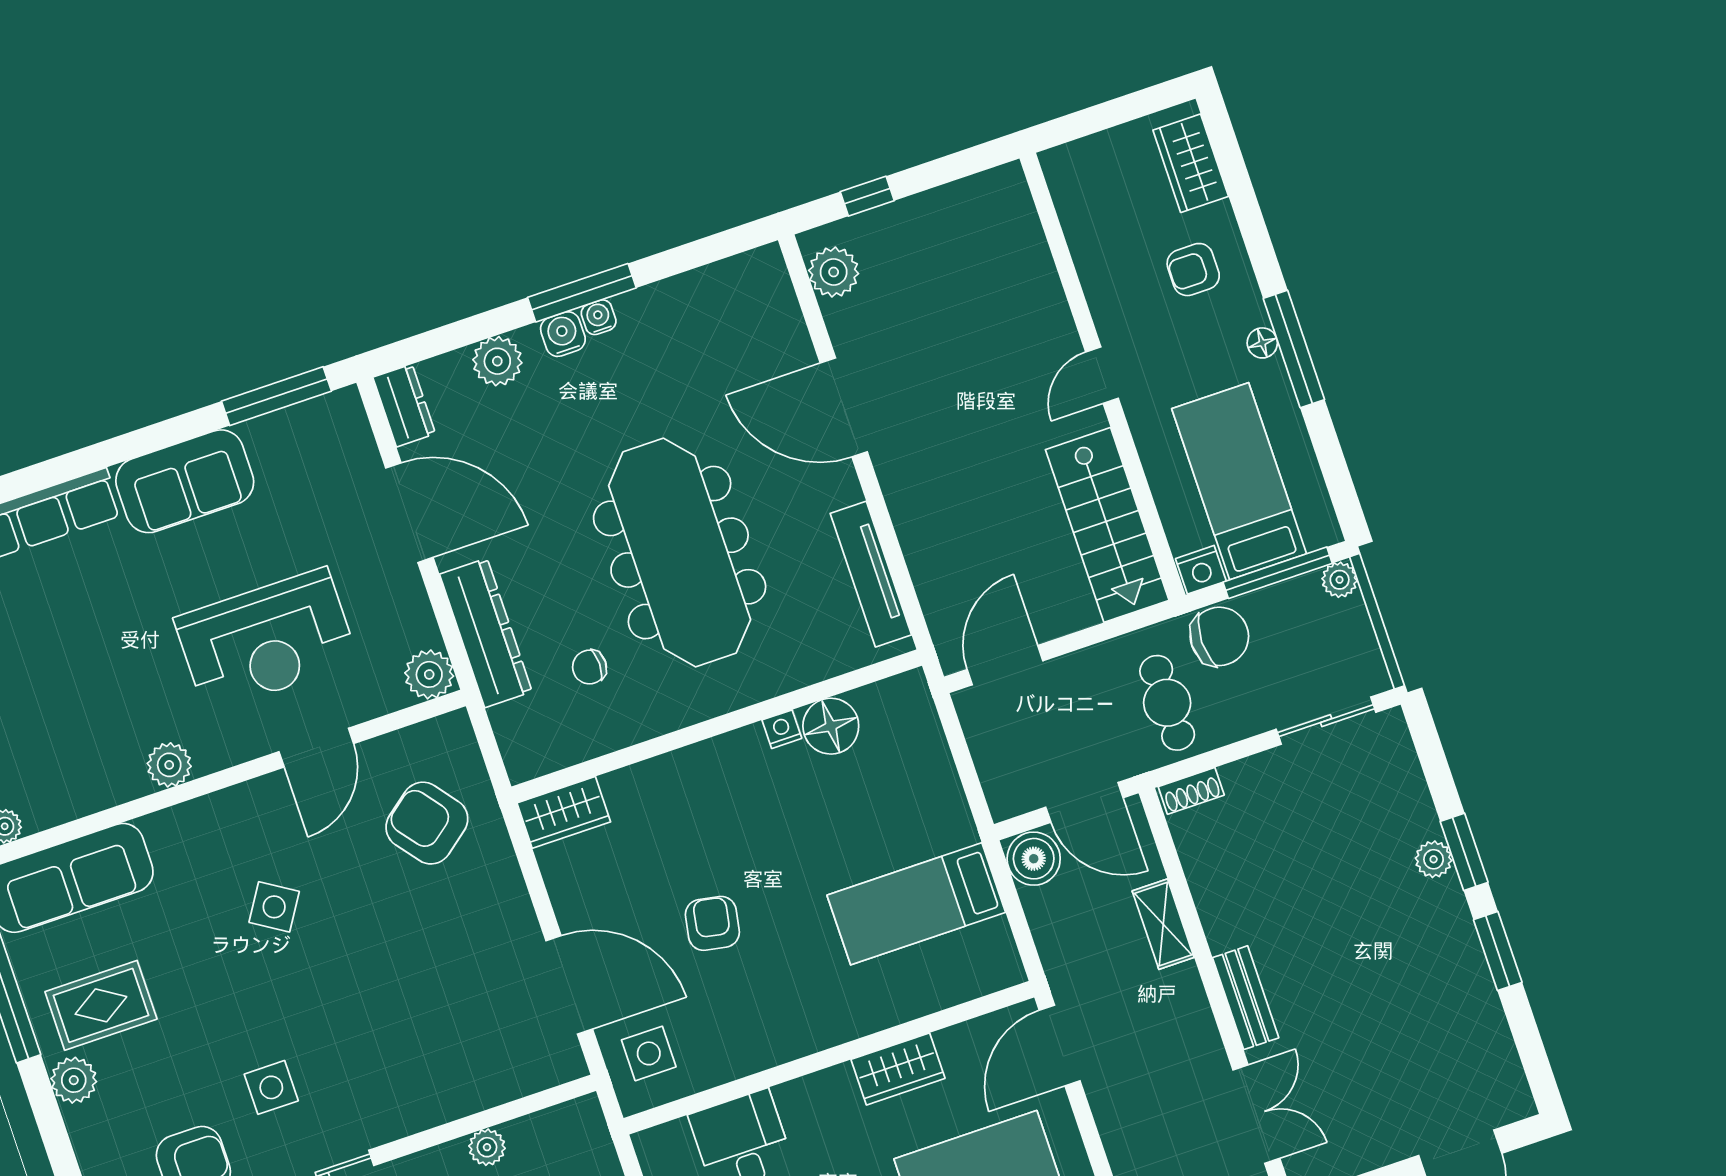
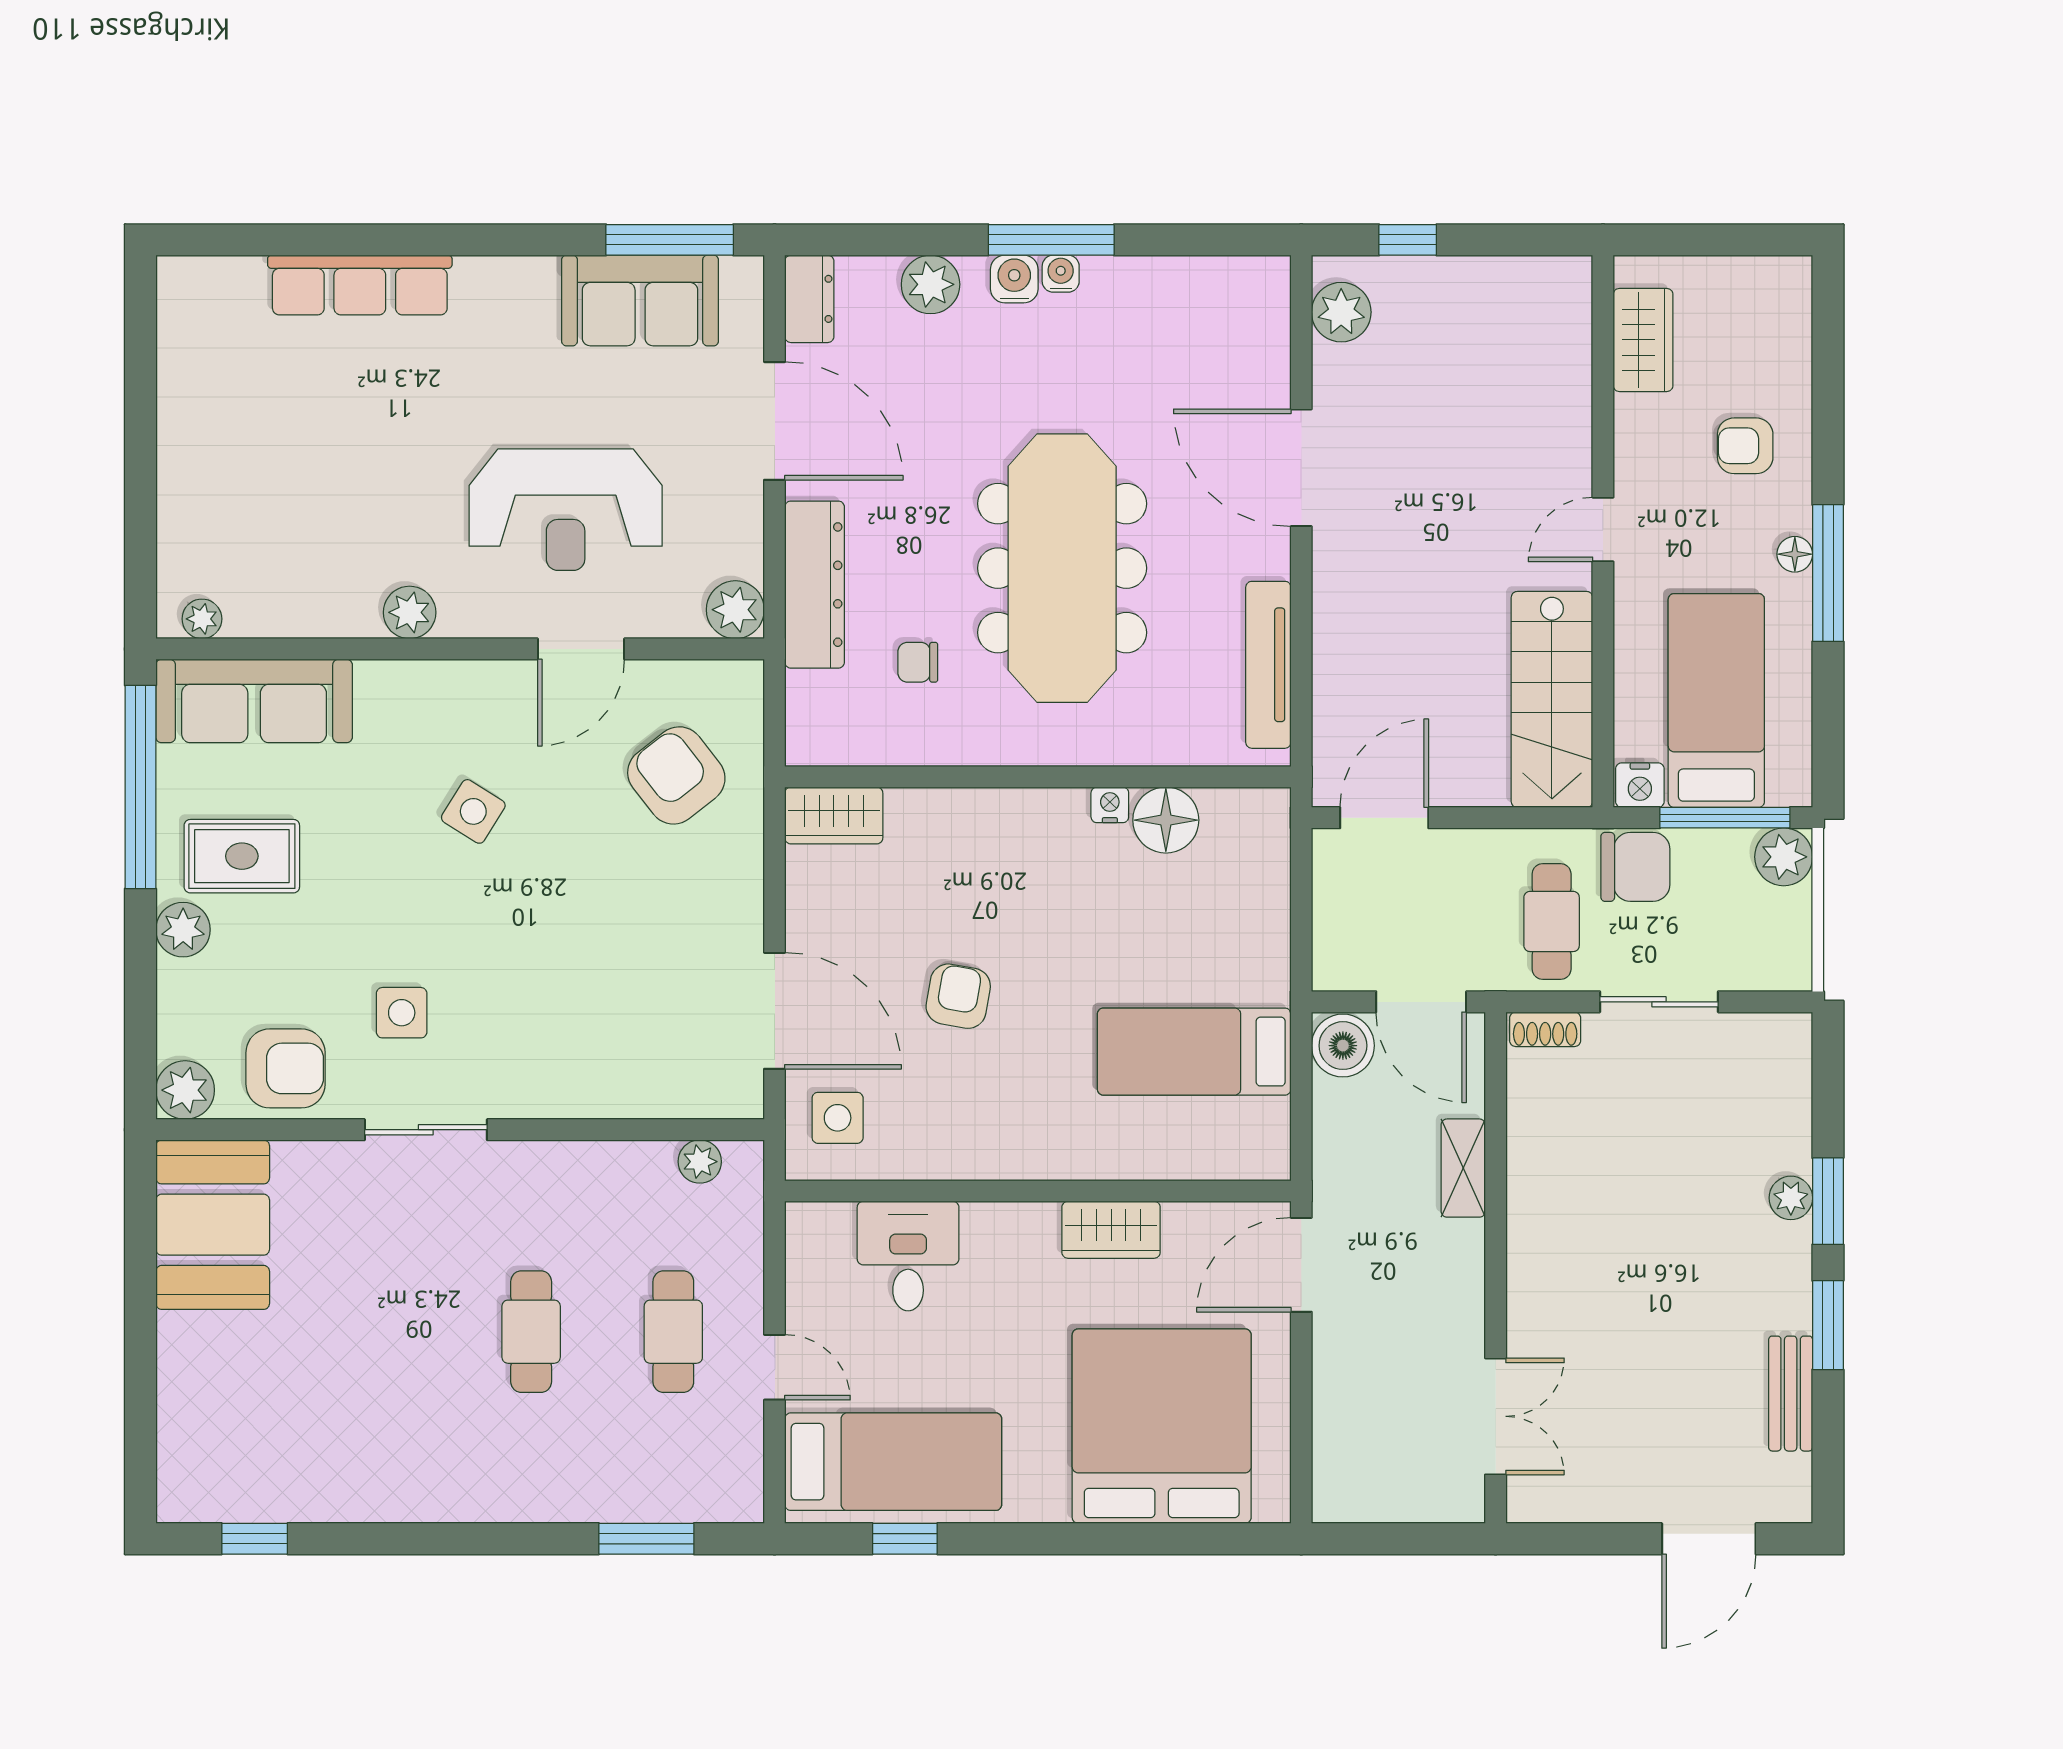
wardrobe: (1191, 163) -> (1643, 340), moved, turned 180
sofa: (185, 481) -> (640, 301), moved
plant: (1340, 580) -> (1784, 857), width x1.38, depth x1.38
sliding door: (1326, 721) -> (1659, 1002), moved
bench: (1246, 998) -> (1791, 1394), moved
plant: (487, 1147) -> (700, 1162), moved

